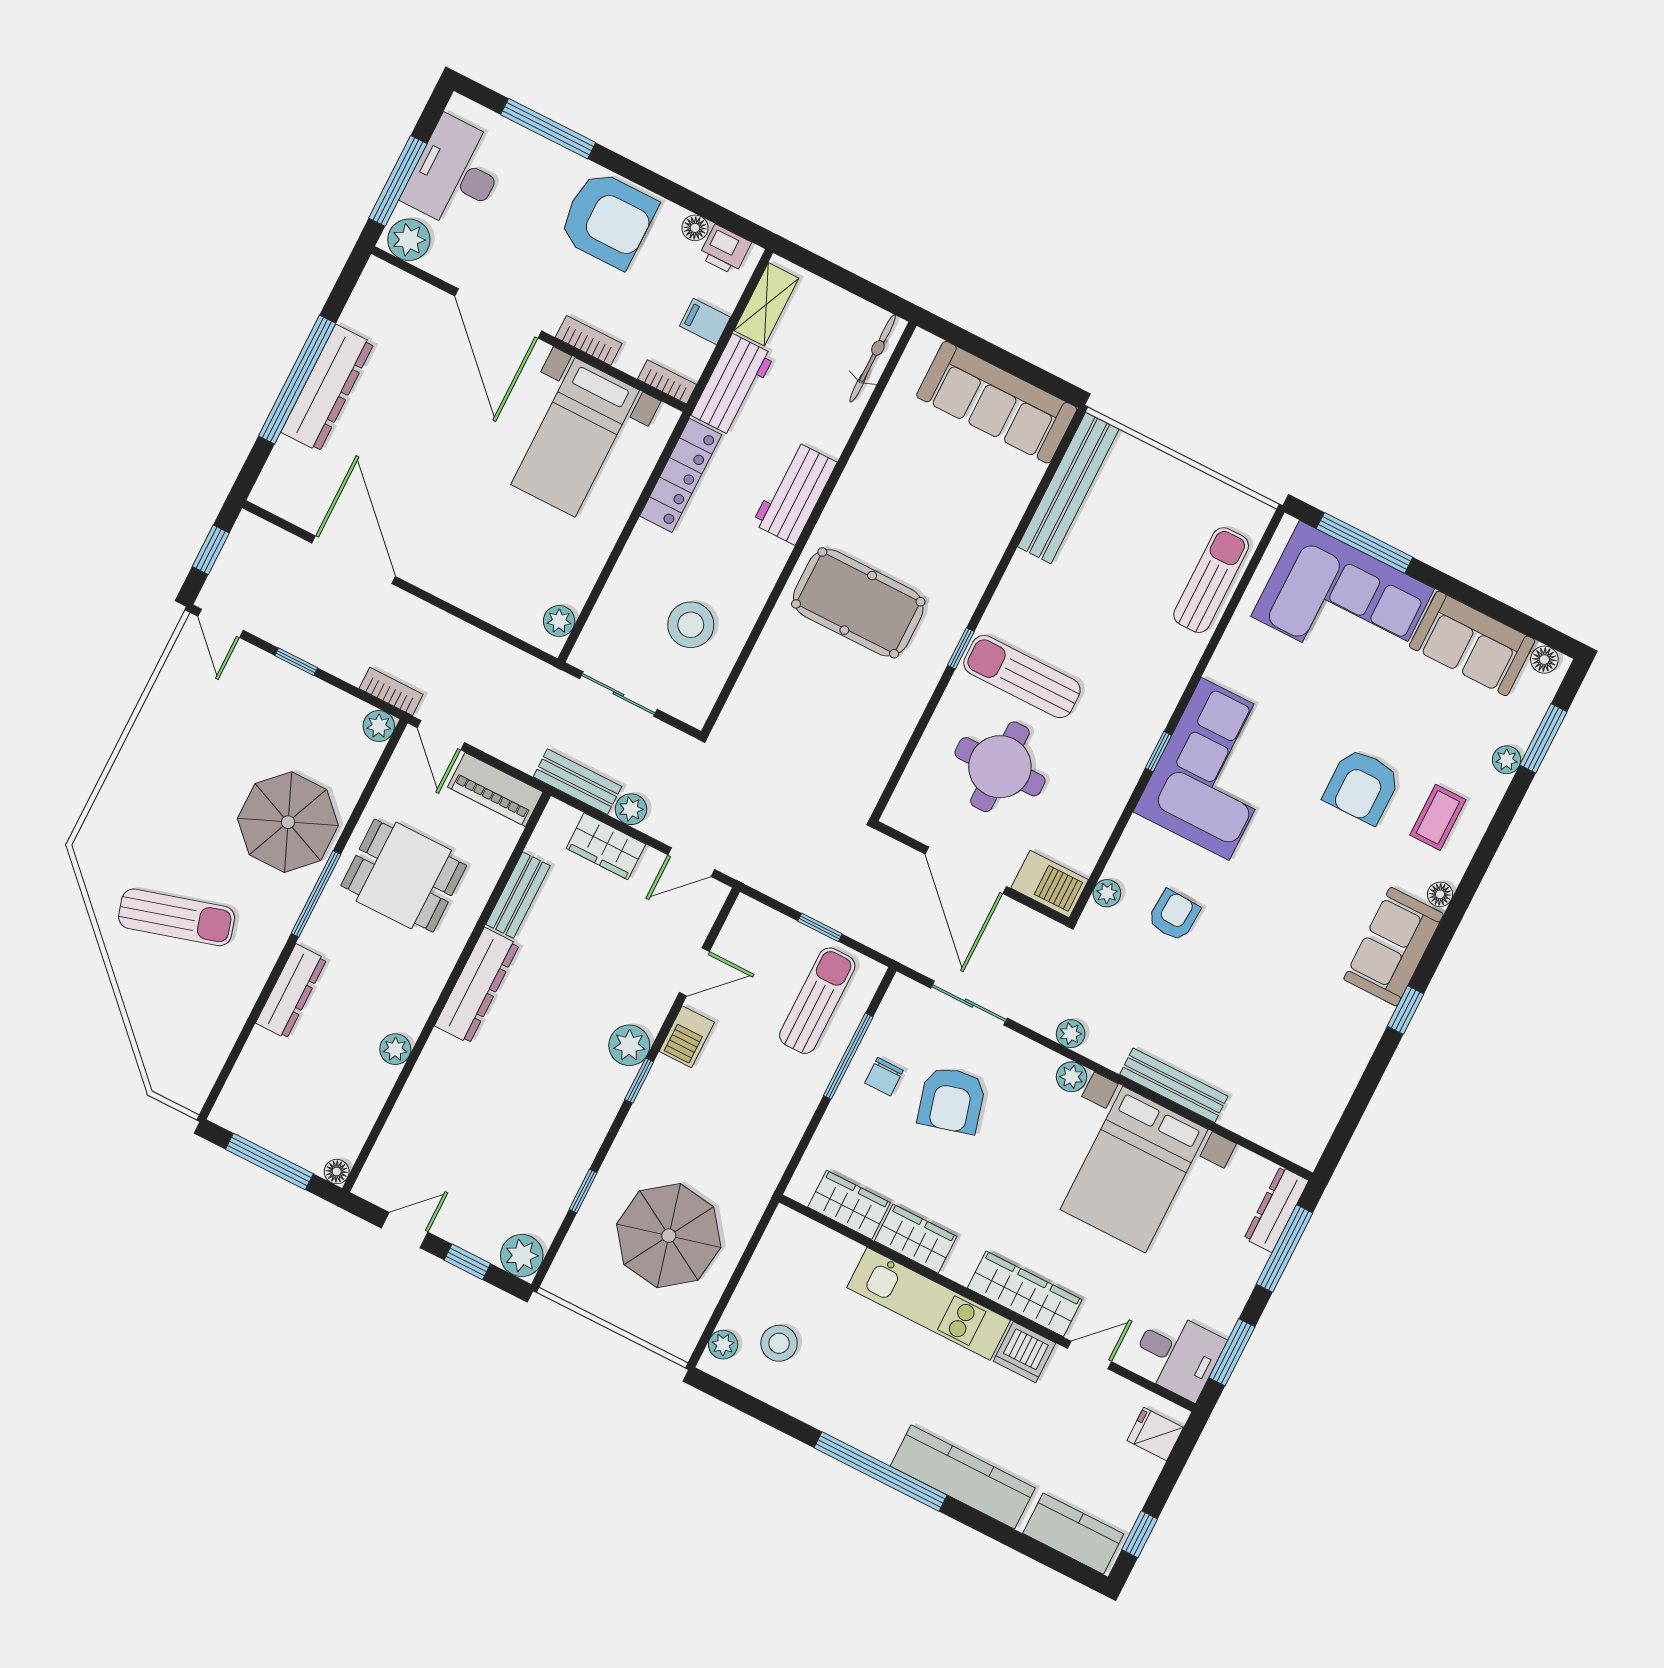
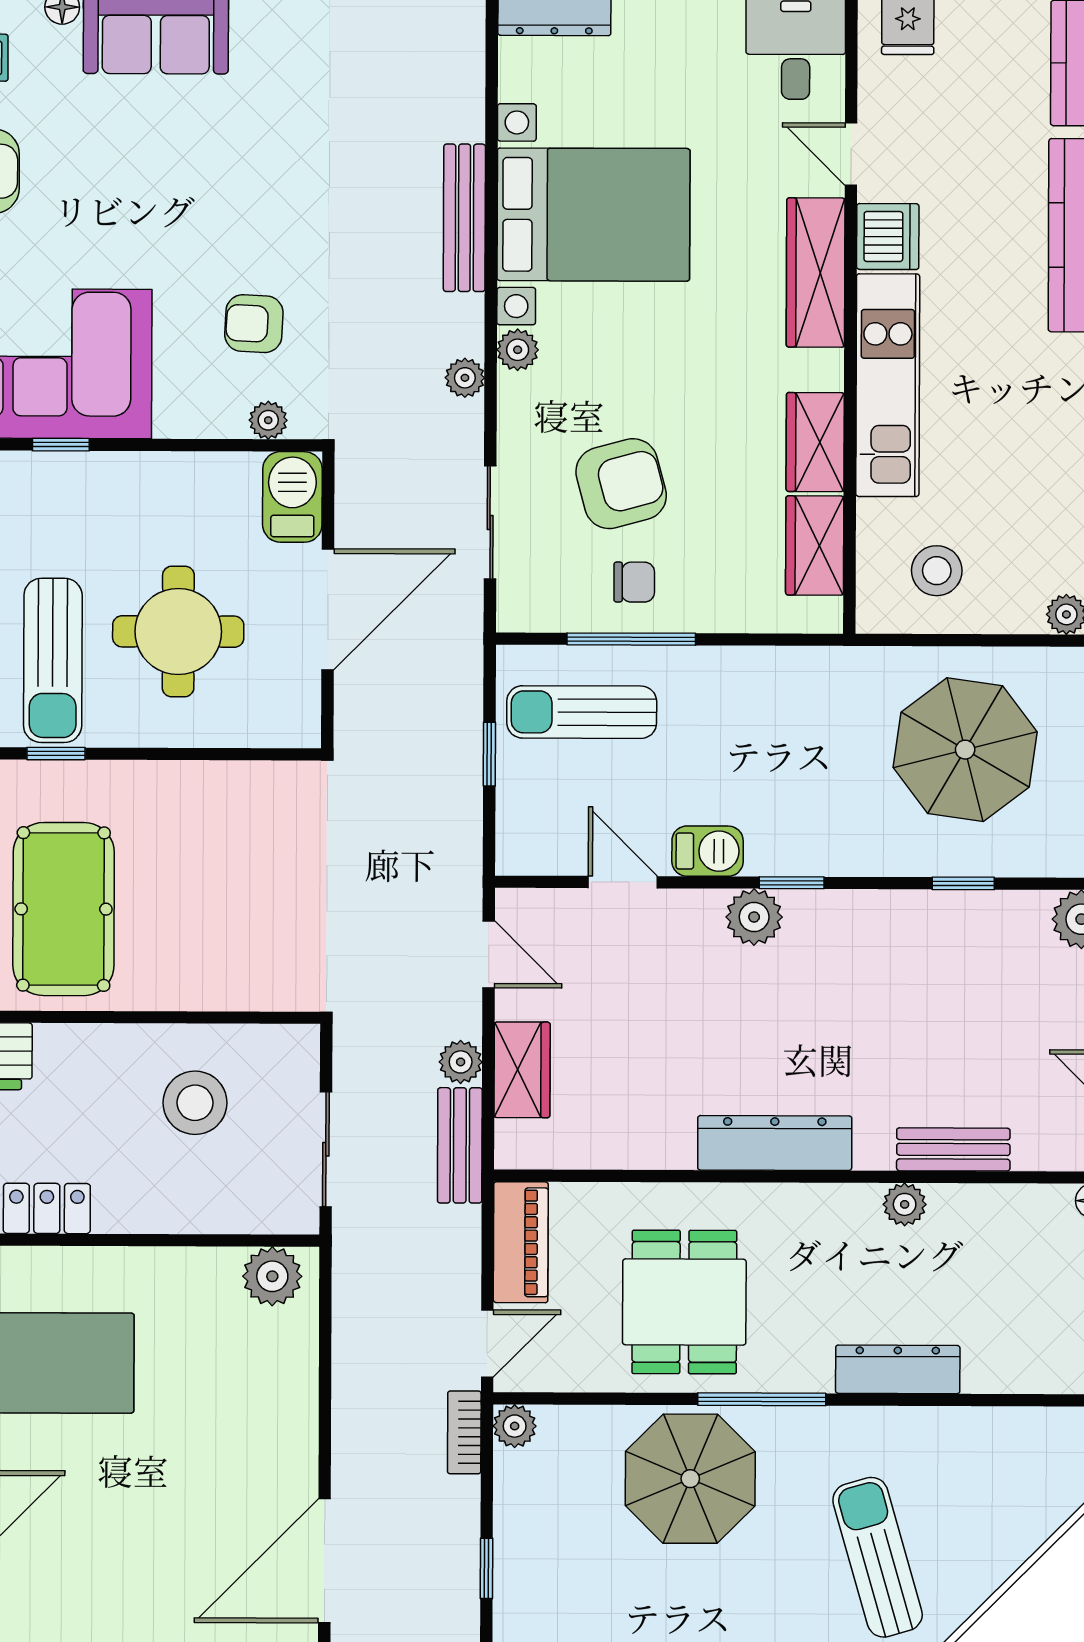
plant: (559, 621) -> (272, 1276), width x1.38, depth x1.38
bench: (518, 895) -> (953, 1149), moved
stool: (779, 1343) -> (937, 571), moved

